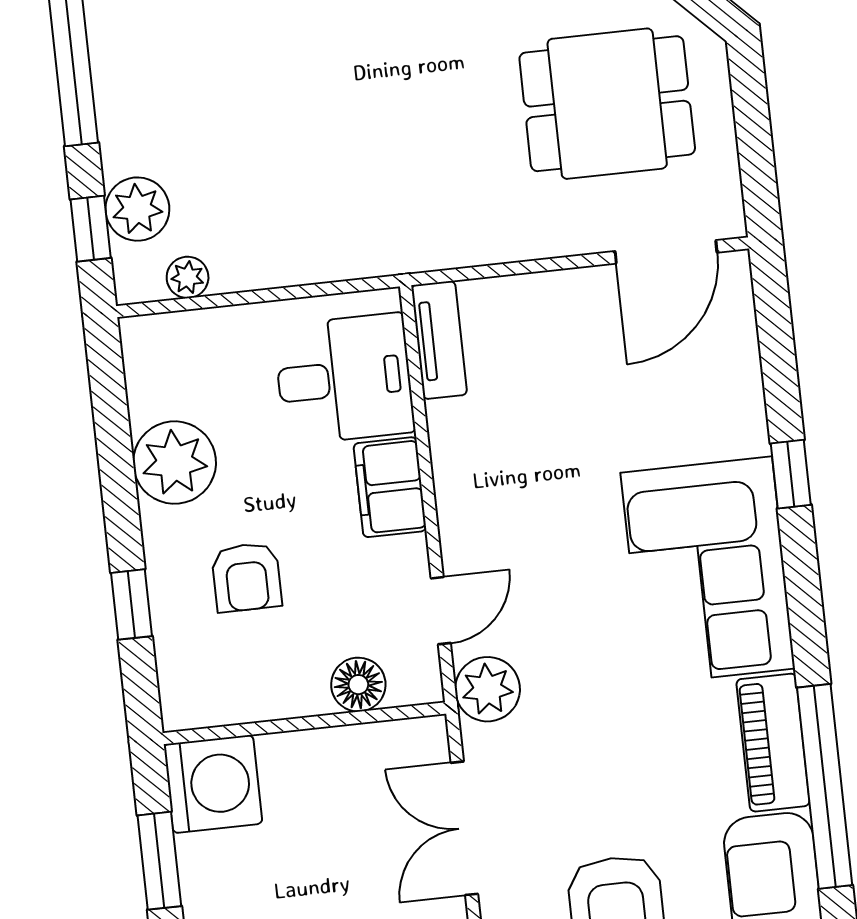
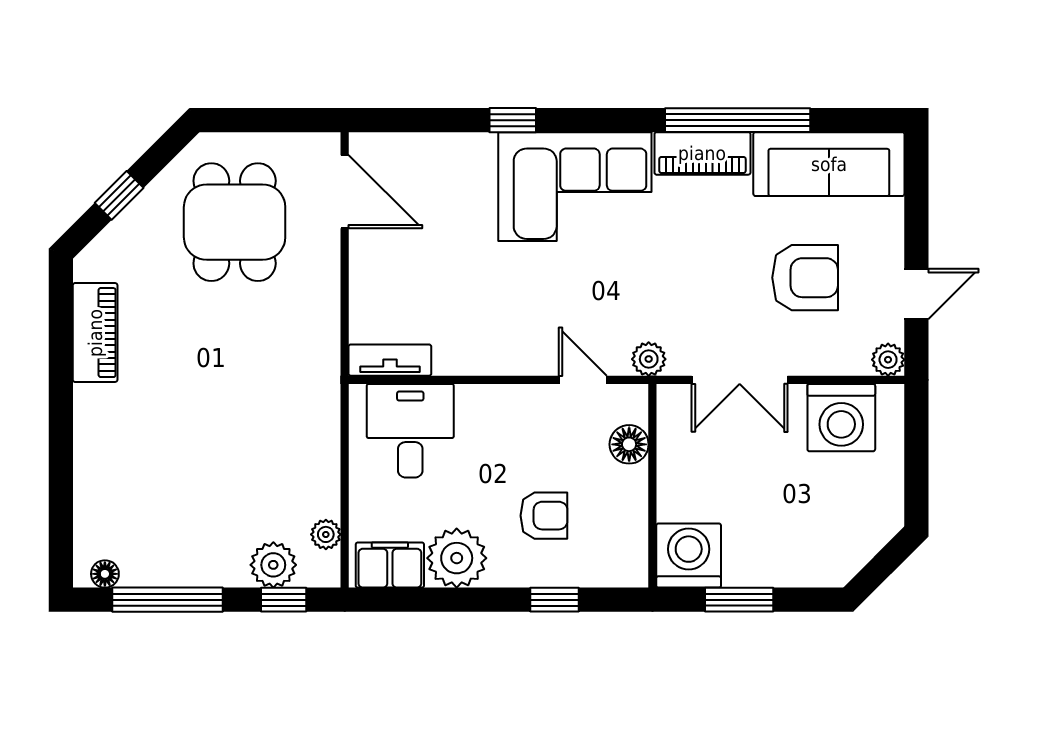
filing cabinet: (390, 487) -> (390, 565), moved, turned 180
plant: (487, 689) -> (649, 359), width x0.73, depth x0.73

